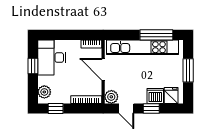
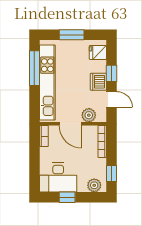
door: (103, 69) -> (70, 124), hinge flipped
dishwasher: (155, 96) -> (98, 82), moved
plant: (111, 97) -> (89, 115), moved
door: (126, 108) -> (112, 99), hinge flipped

